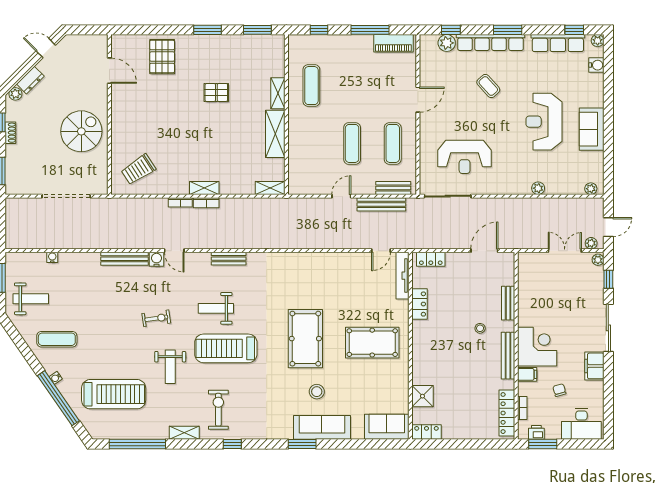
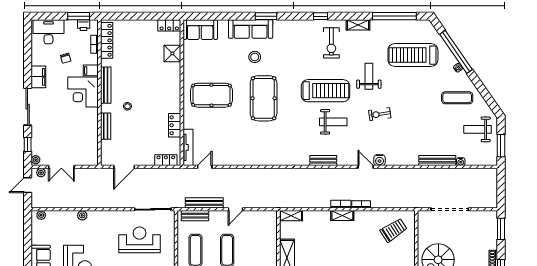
bench: (124, 259) -> (437, 161), moved

